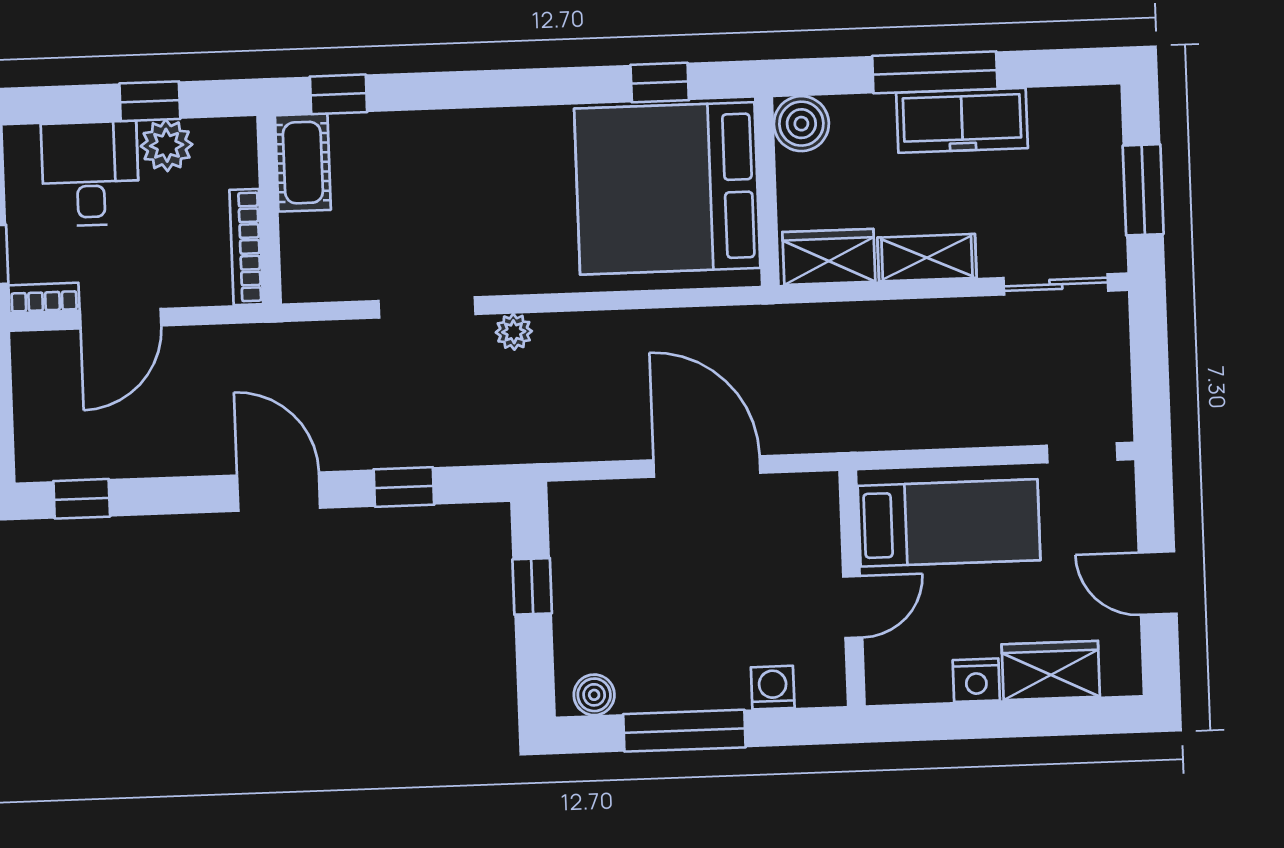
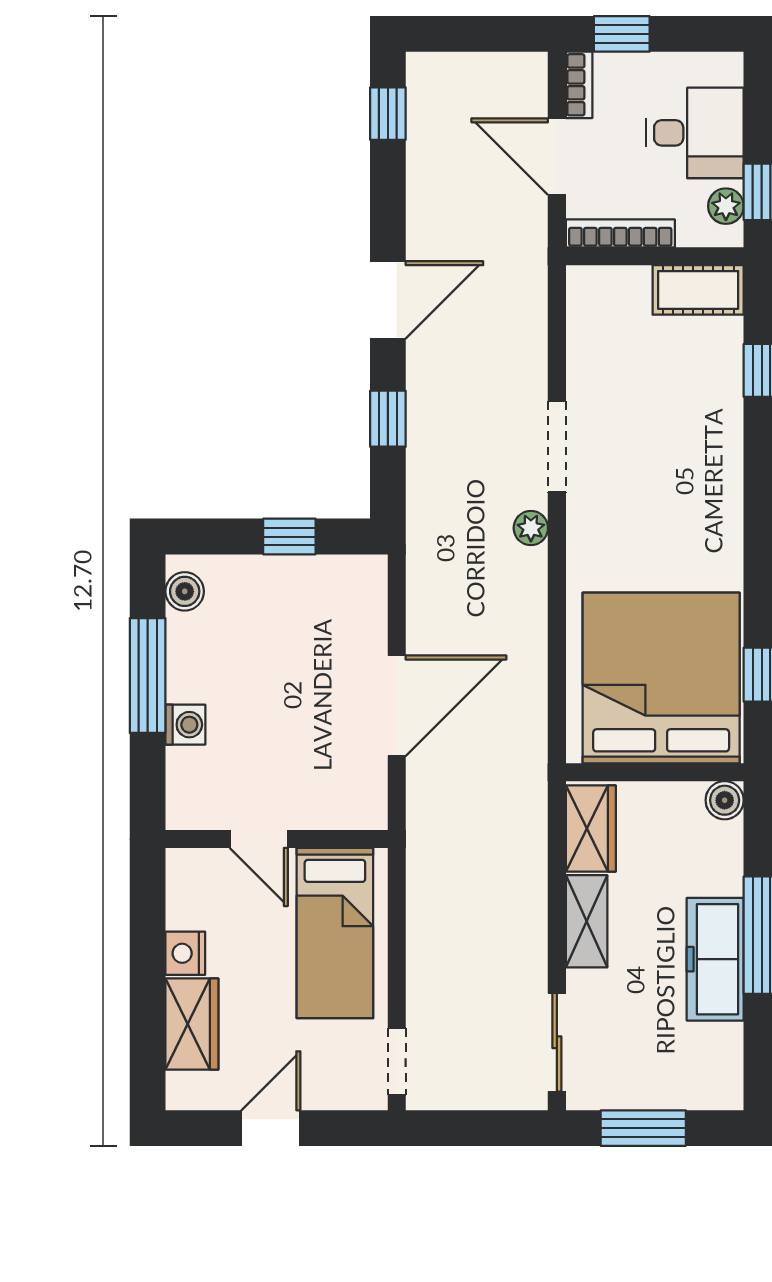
boiler: (801, 124) -> (725, 800), width x0.73, depth x0.73
plant: (167, 145) -> (726, 206), width x0.73, depth x0.73
cot: (303, 163) -> (698, 290), moved
wall: (269, 210) -> (655, 256), moved
bookcase: (246, 247) -> (620, 233), moved
washing machine: (773, 688) -> (185, 725), moved

